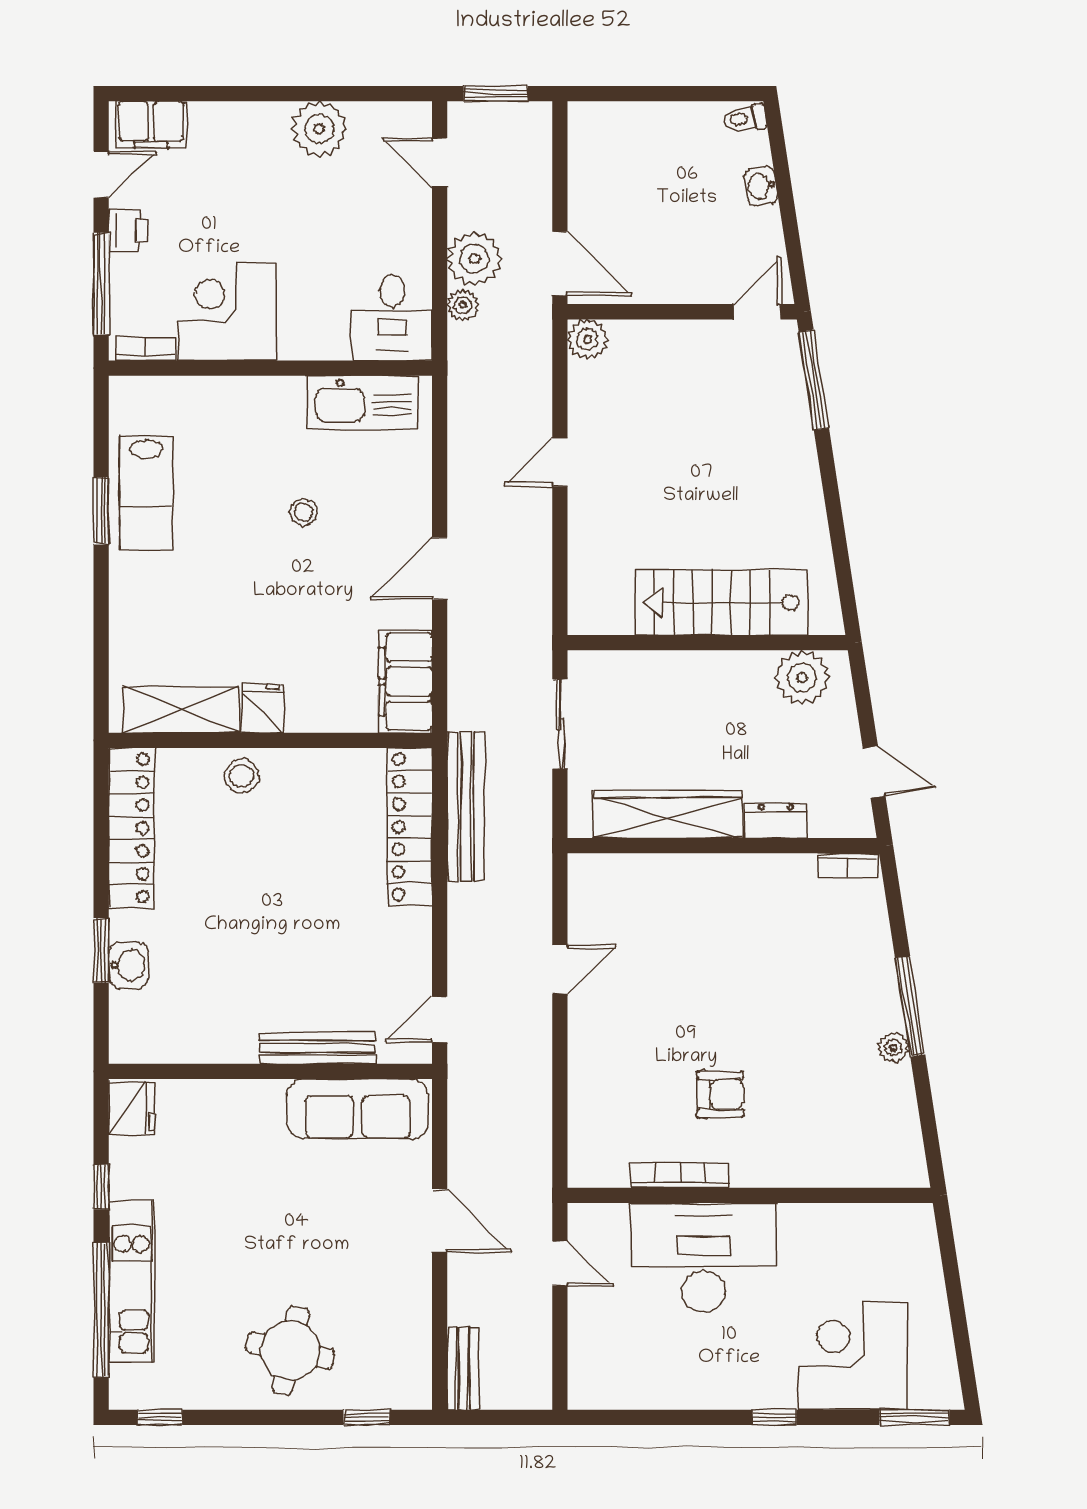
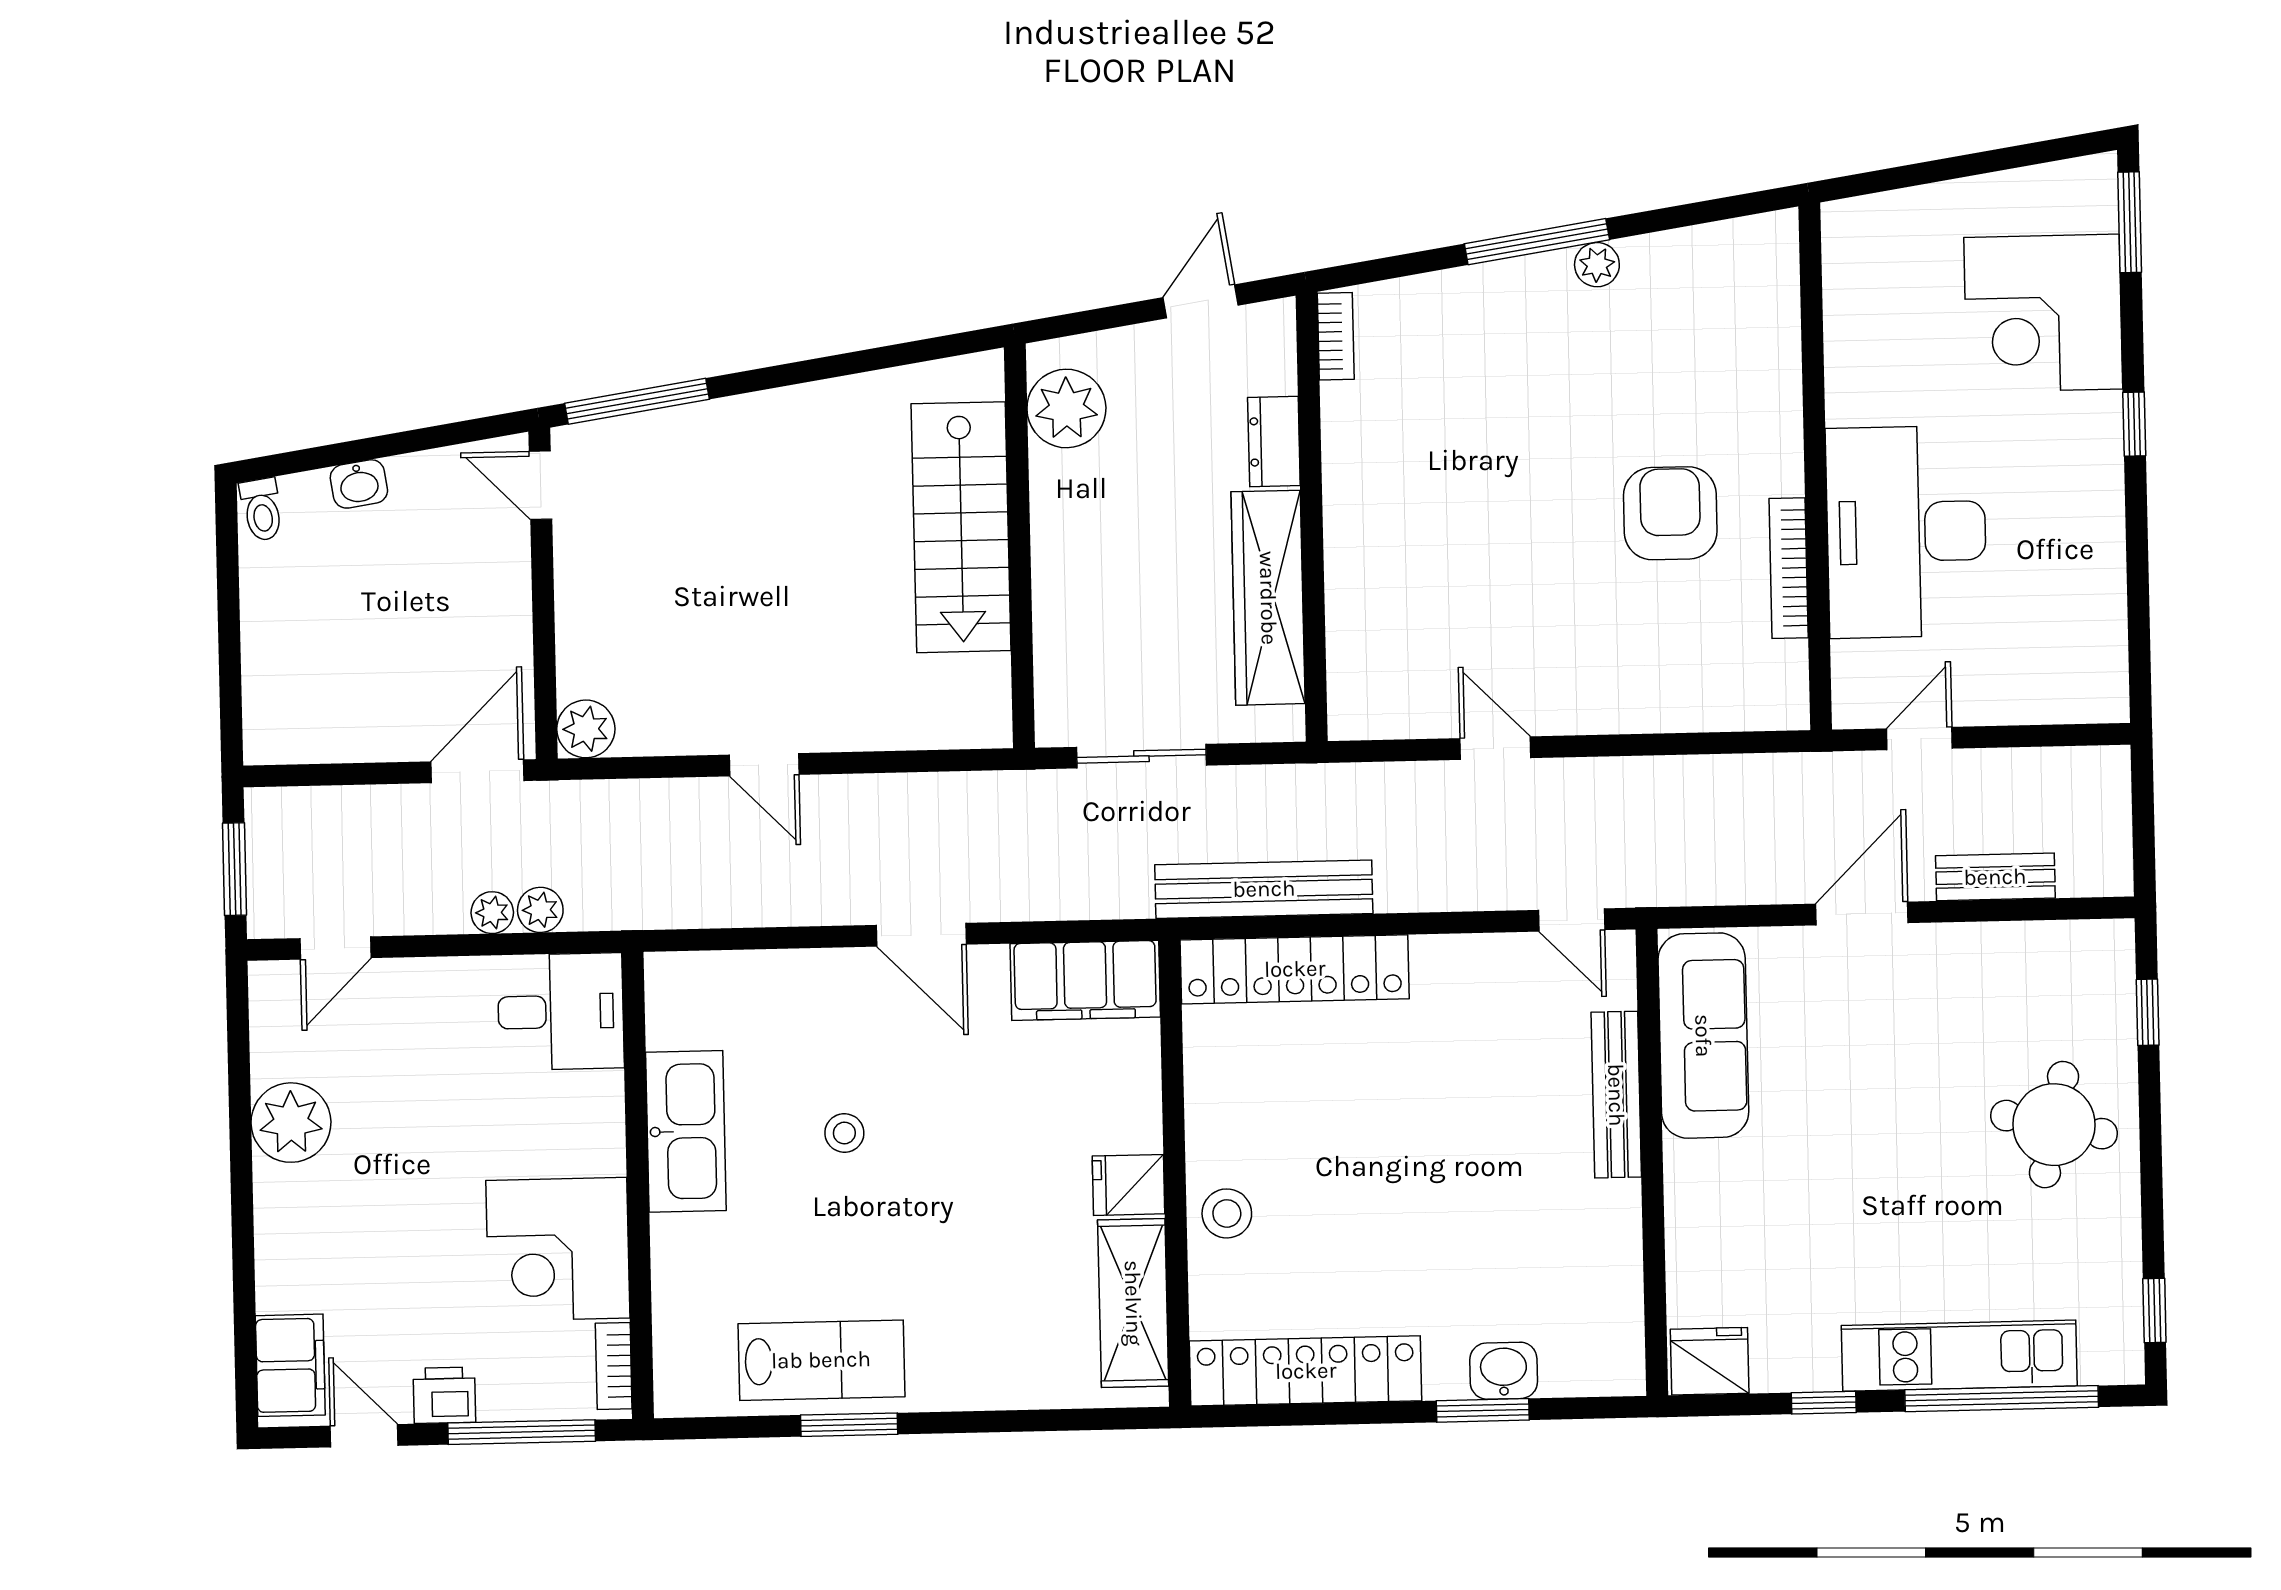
plant: (474, 259) -> (492, 913), width x0.53, depth x0.53
kitchen sink: (362, 402) -> (686, 1131), moved
armchair: (720, 1094) -> (1670, 513), width x1.38, depth x1.38
bench: (463, 1369) -> (1995, 877), moved

